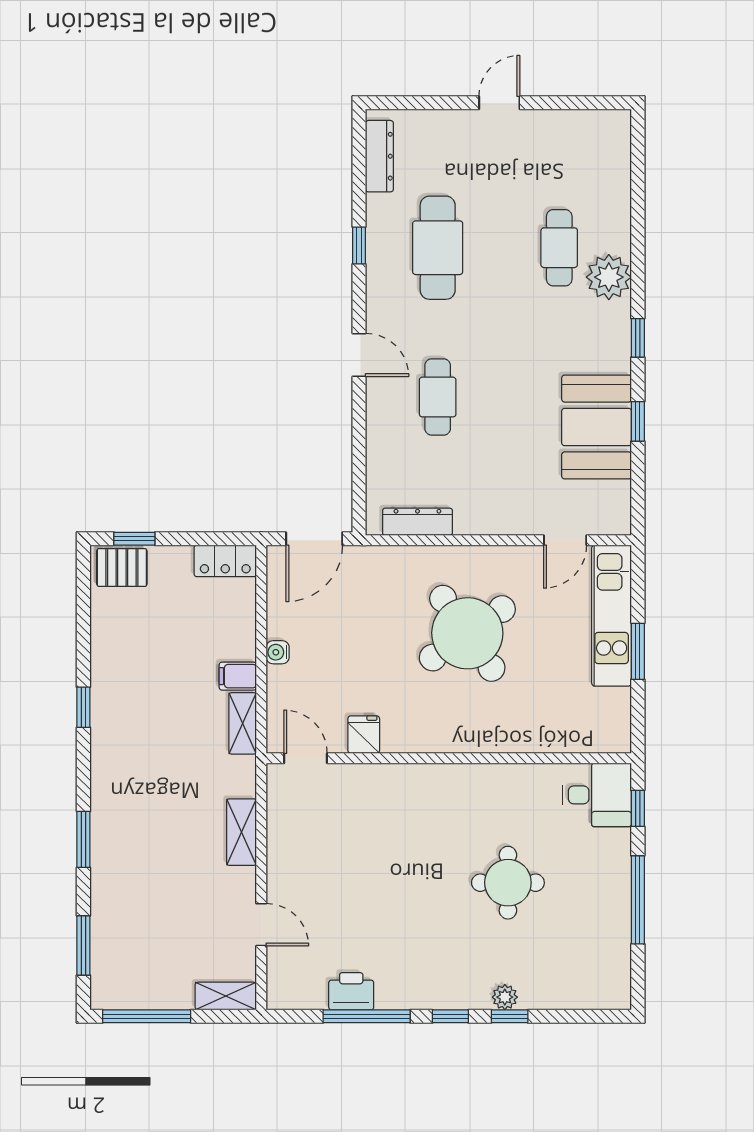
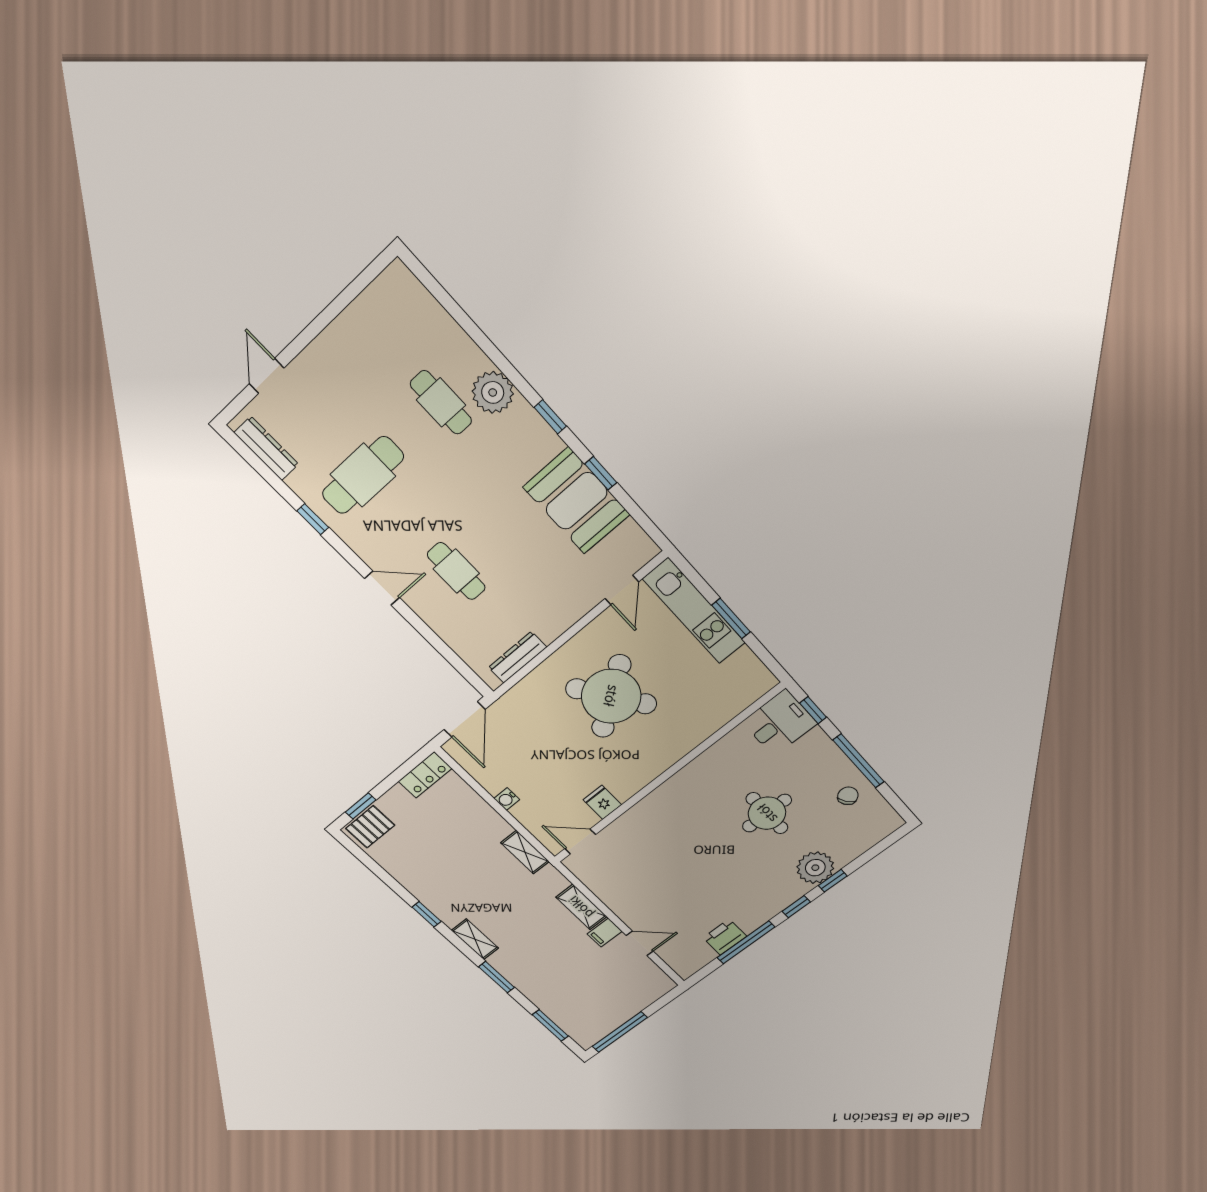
door: (499, 103) -> (267, 376), moved
cafe table: (438, 248) -> (363, 475), turned 90
filing cabinet: (238, 676) -> (605, 933), moved
chair: (599, 930) -> (848, 796), added
shelving: (226, 996) -> (475, 939), moved, turned 90
plant: (505, 997) -> (815, 868), width x1.88, depth x1.88

